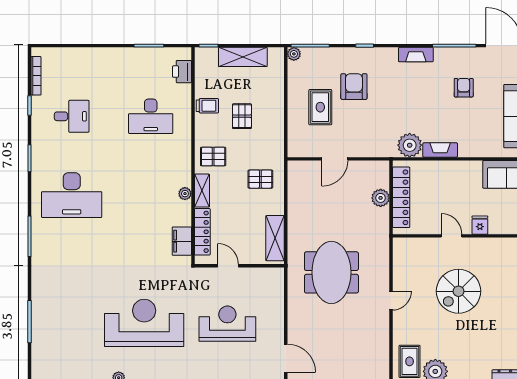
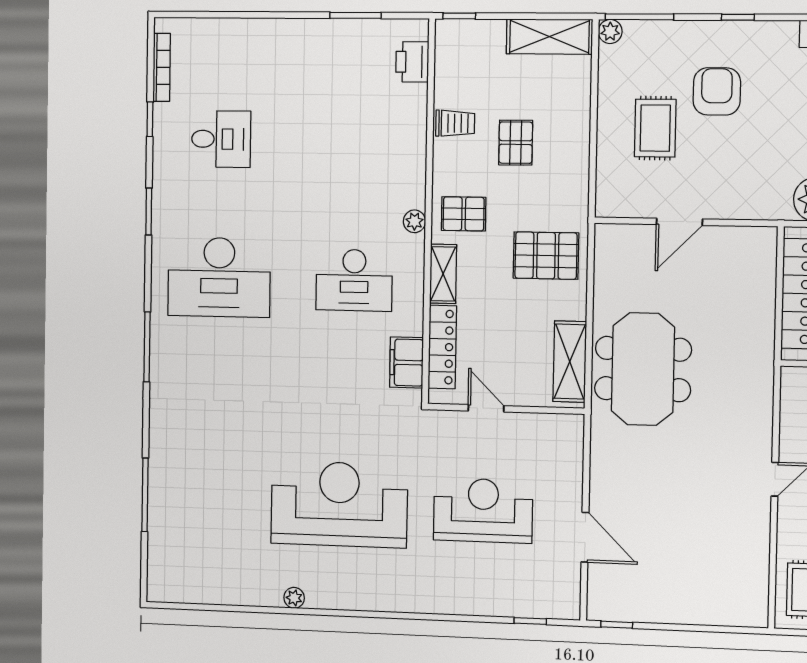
shelving: (243, 57) -> (549, 37), moved
desk: (151, 116) -> (354, 280), moved
pallet: (260, 179) -> (546, 256), width x1.50, depth x1.42
plant: (185, 194) -> (414, 221), moved
plant: (381, 198) -> (760, 294), removed
meeting table: (331, 272) -> (643, 369), moved
door: (286, 358) -> (585, 537), moved

